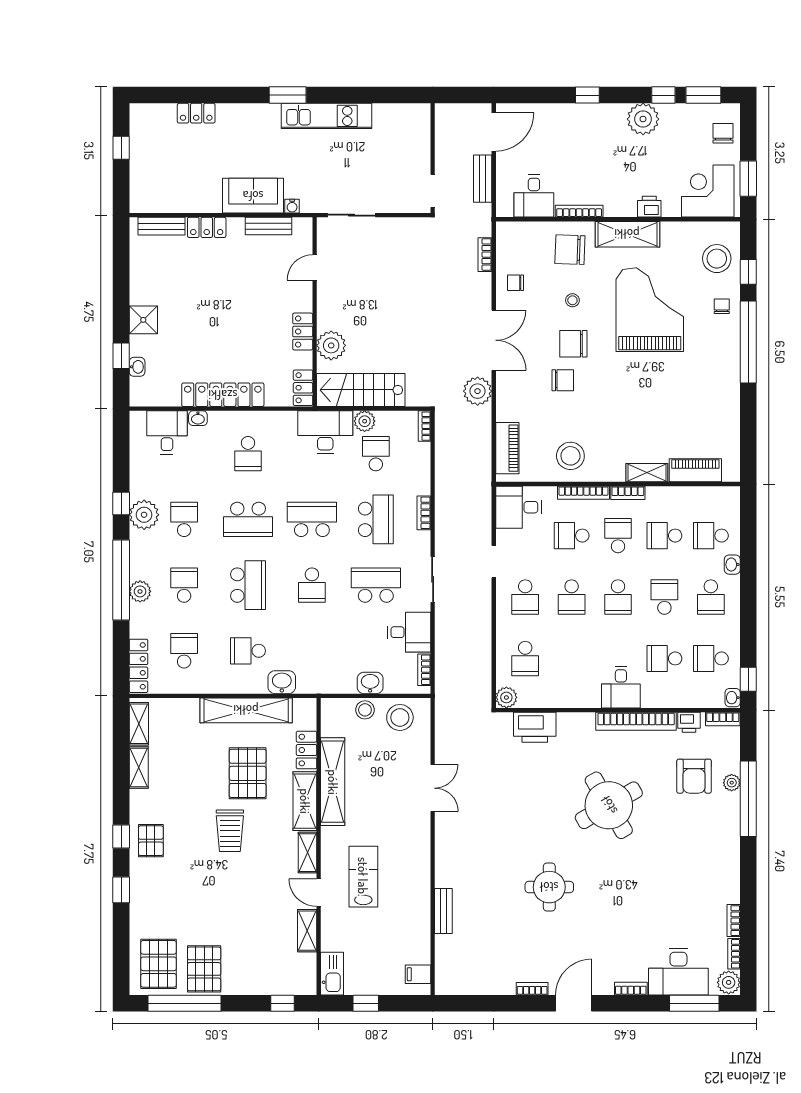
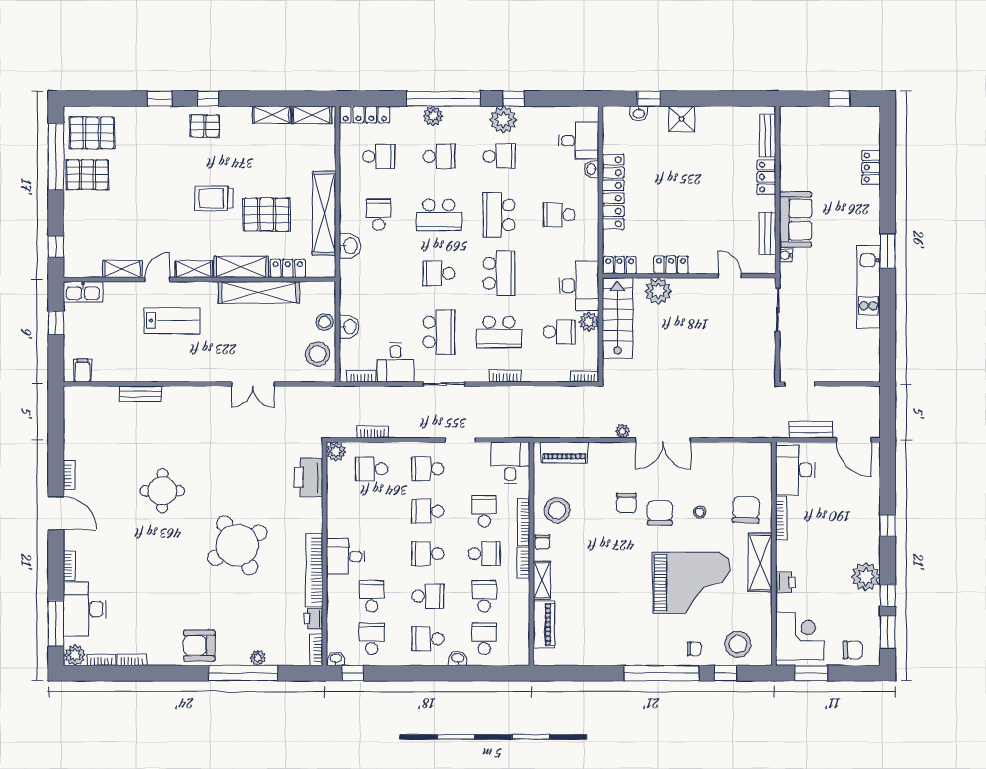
desk: (534, 196) -> (795, 470), width x1.37
bookcase: (485, 255) -> (373, 432), moved
chair: (516, 283) -> (542, 542), moved, turned 180
plant: (478, 391) -> (623, 431), width x0.53, depth x0.53
armchair: (694, 776) -> (199, 646), moved

